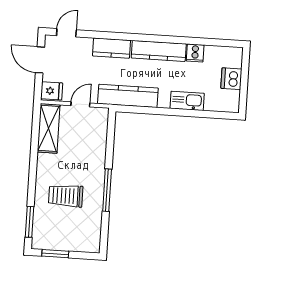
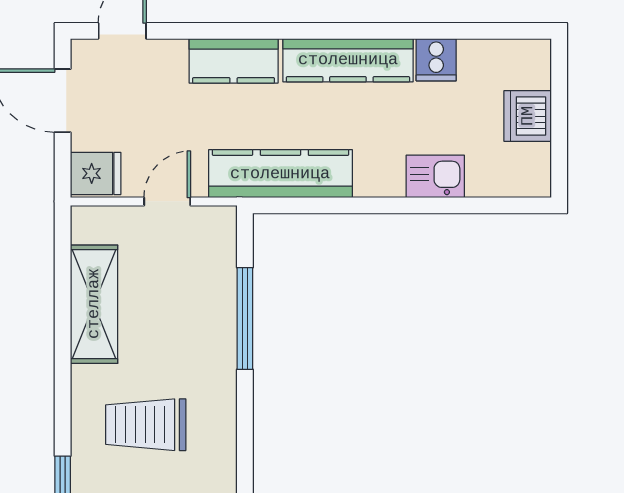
kitchen sink: (187, 101) -> (435, 176), width x0.73
shelving: (49, 128) -> (94, 304), moved
window: (107, 190) -> (245, 319), moved

